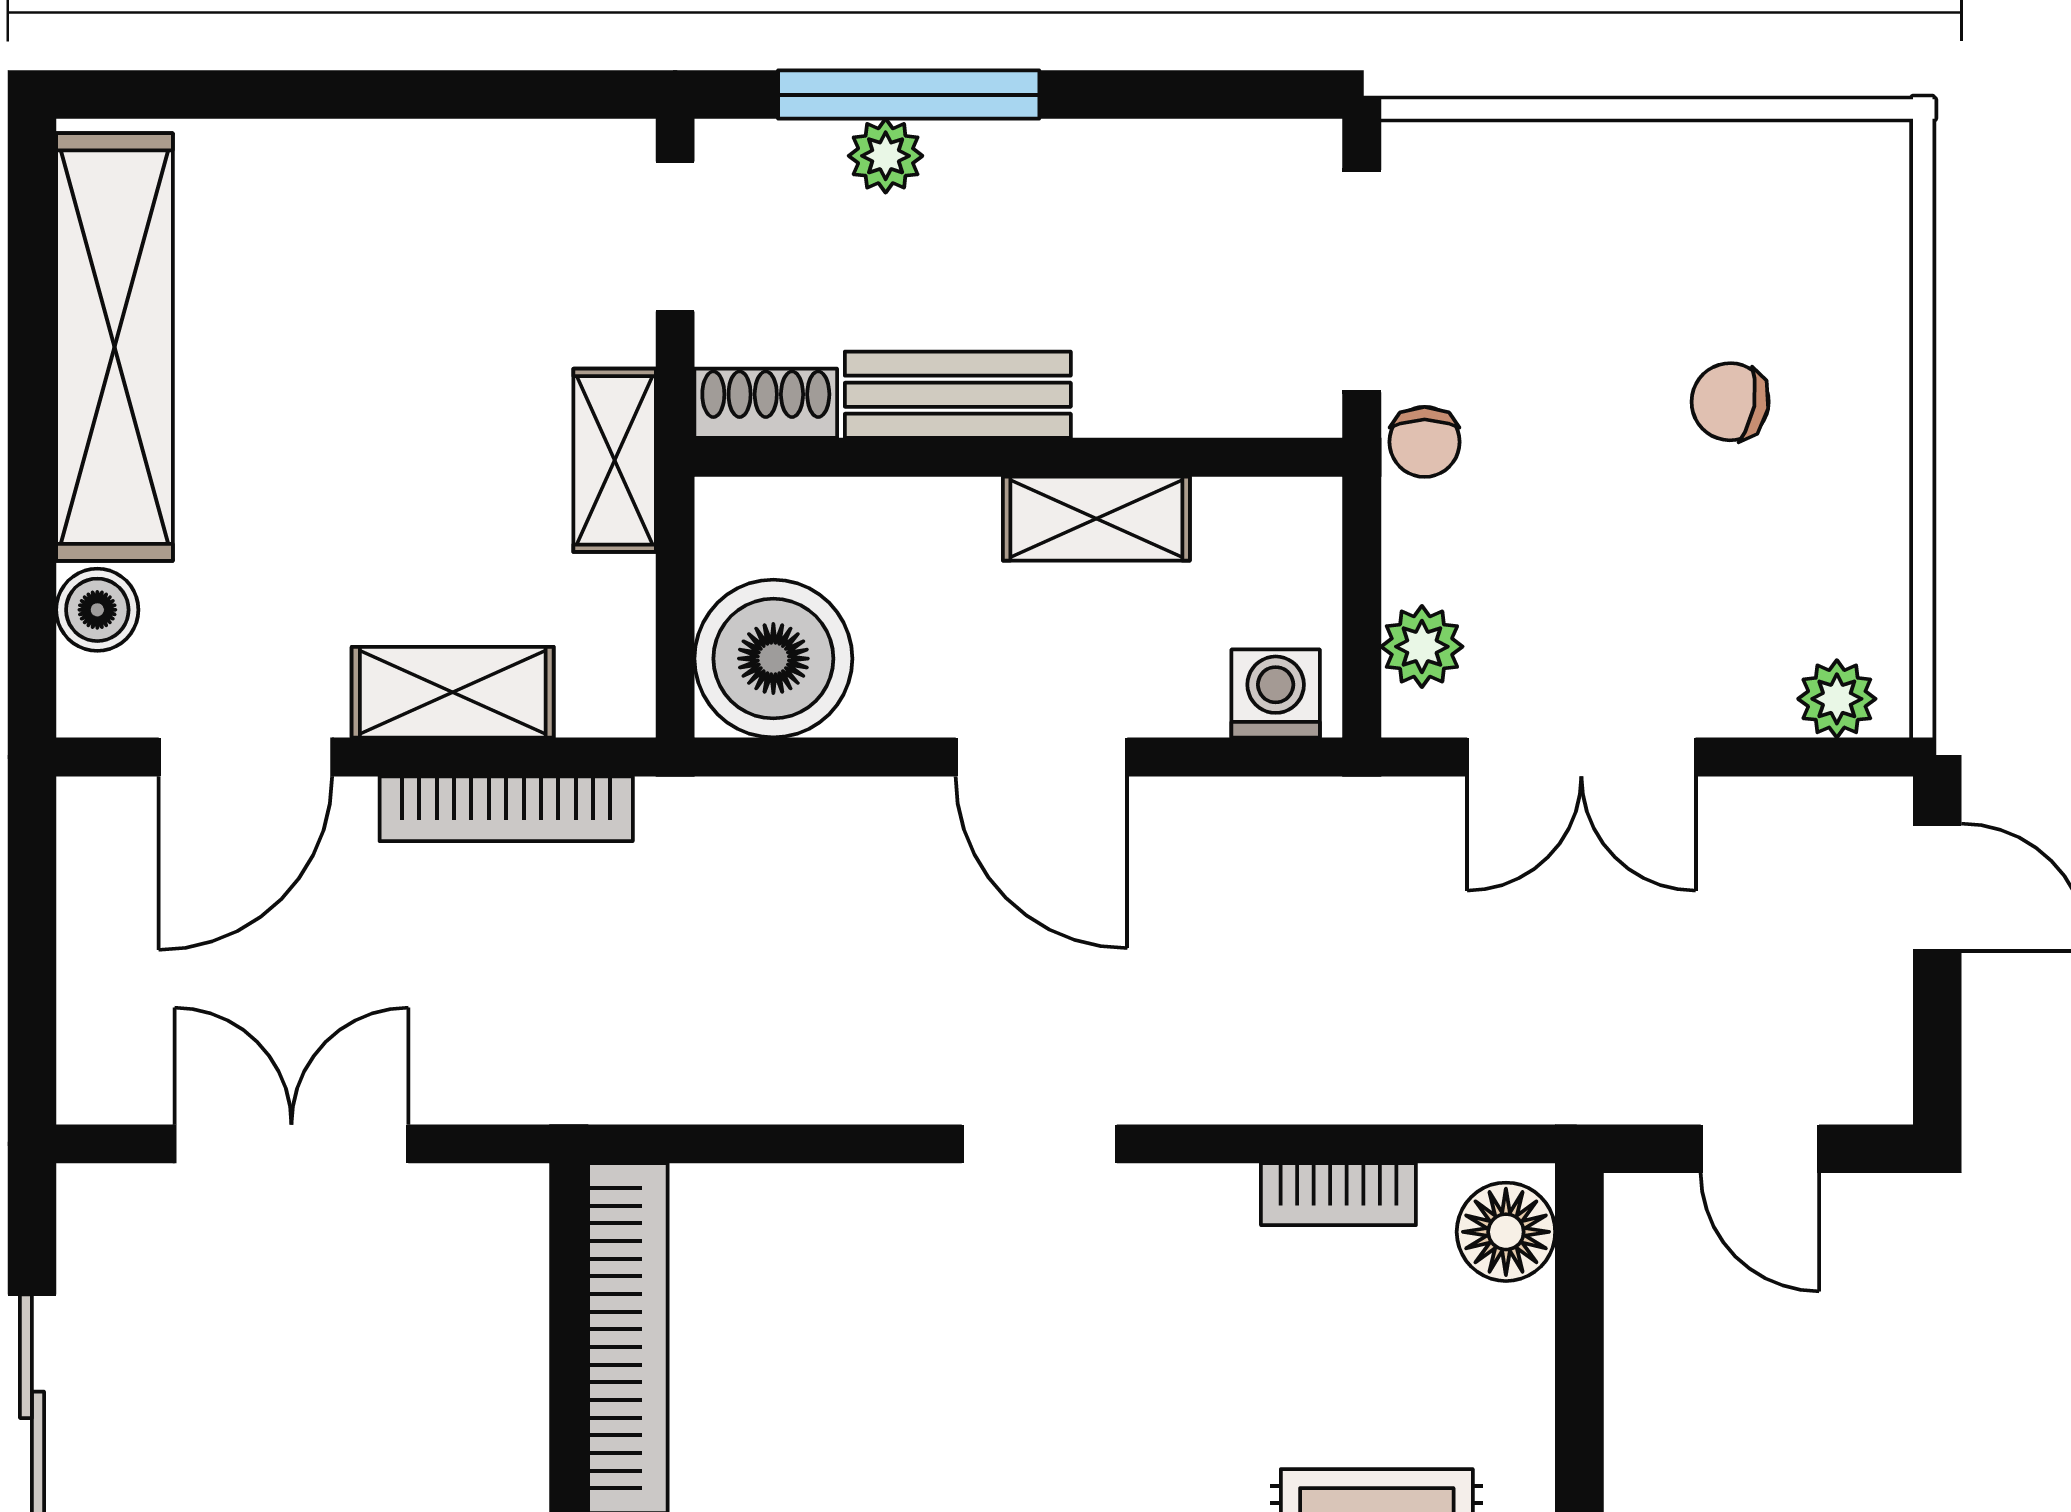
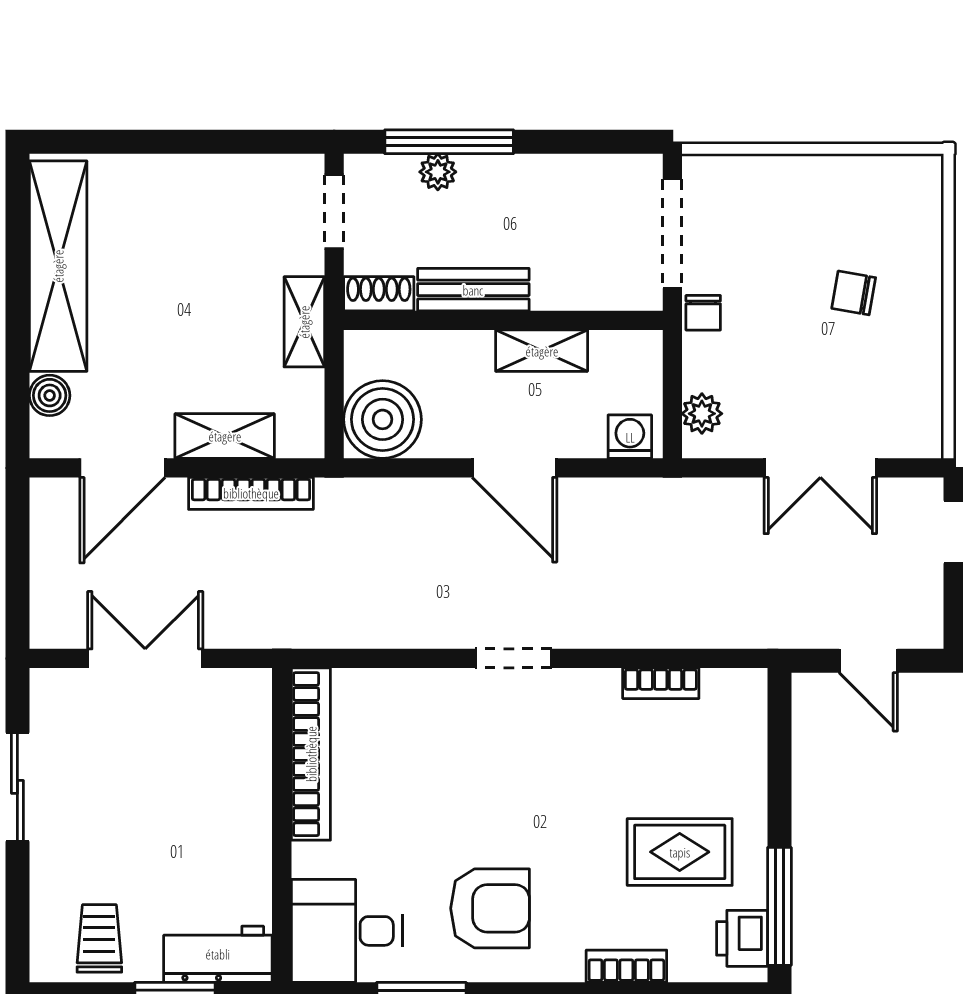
plant: (1837, 699) -> (906, 439), removed
double door: (1581, 757) -> (820, 468), moved
floor lamp: (1506, 1232) -> (743, 702), removed

